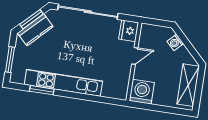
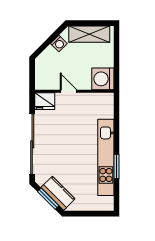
washing machine: (175, 42) -> (59, 44), moved
window: (10, 60) -> (91, 214), removed
window: (42, 90) -> (117, 166), moved

